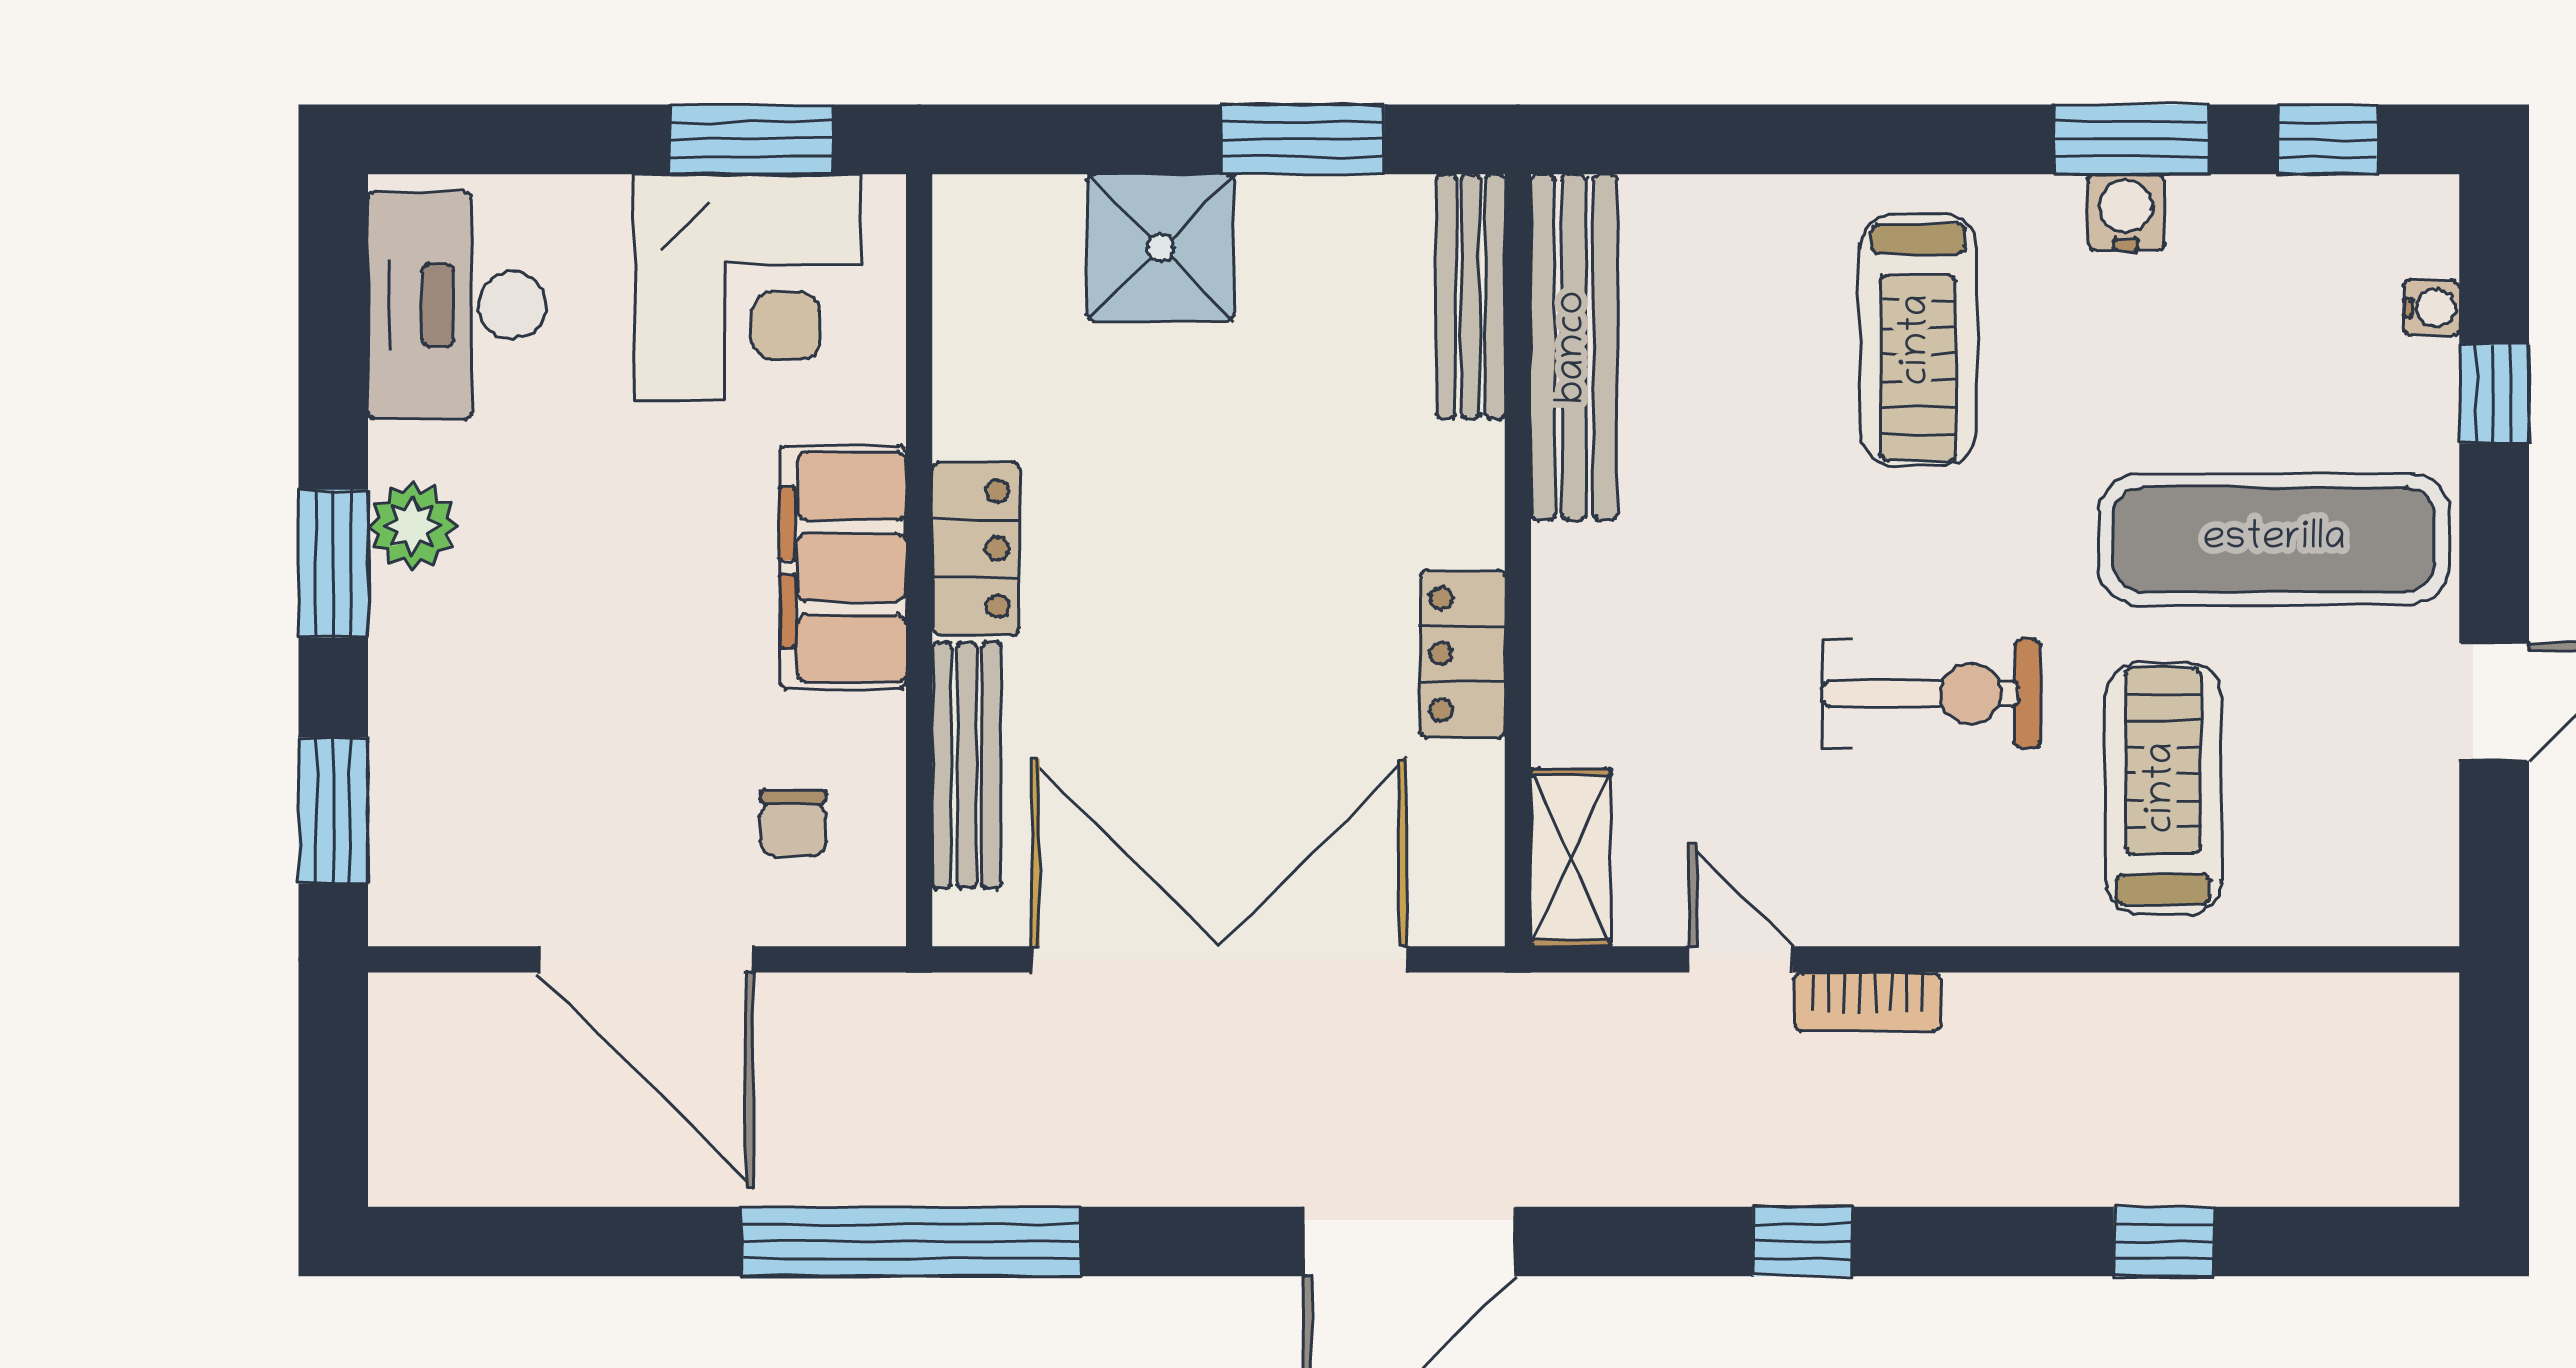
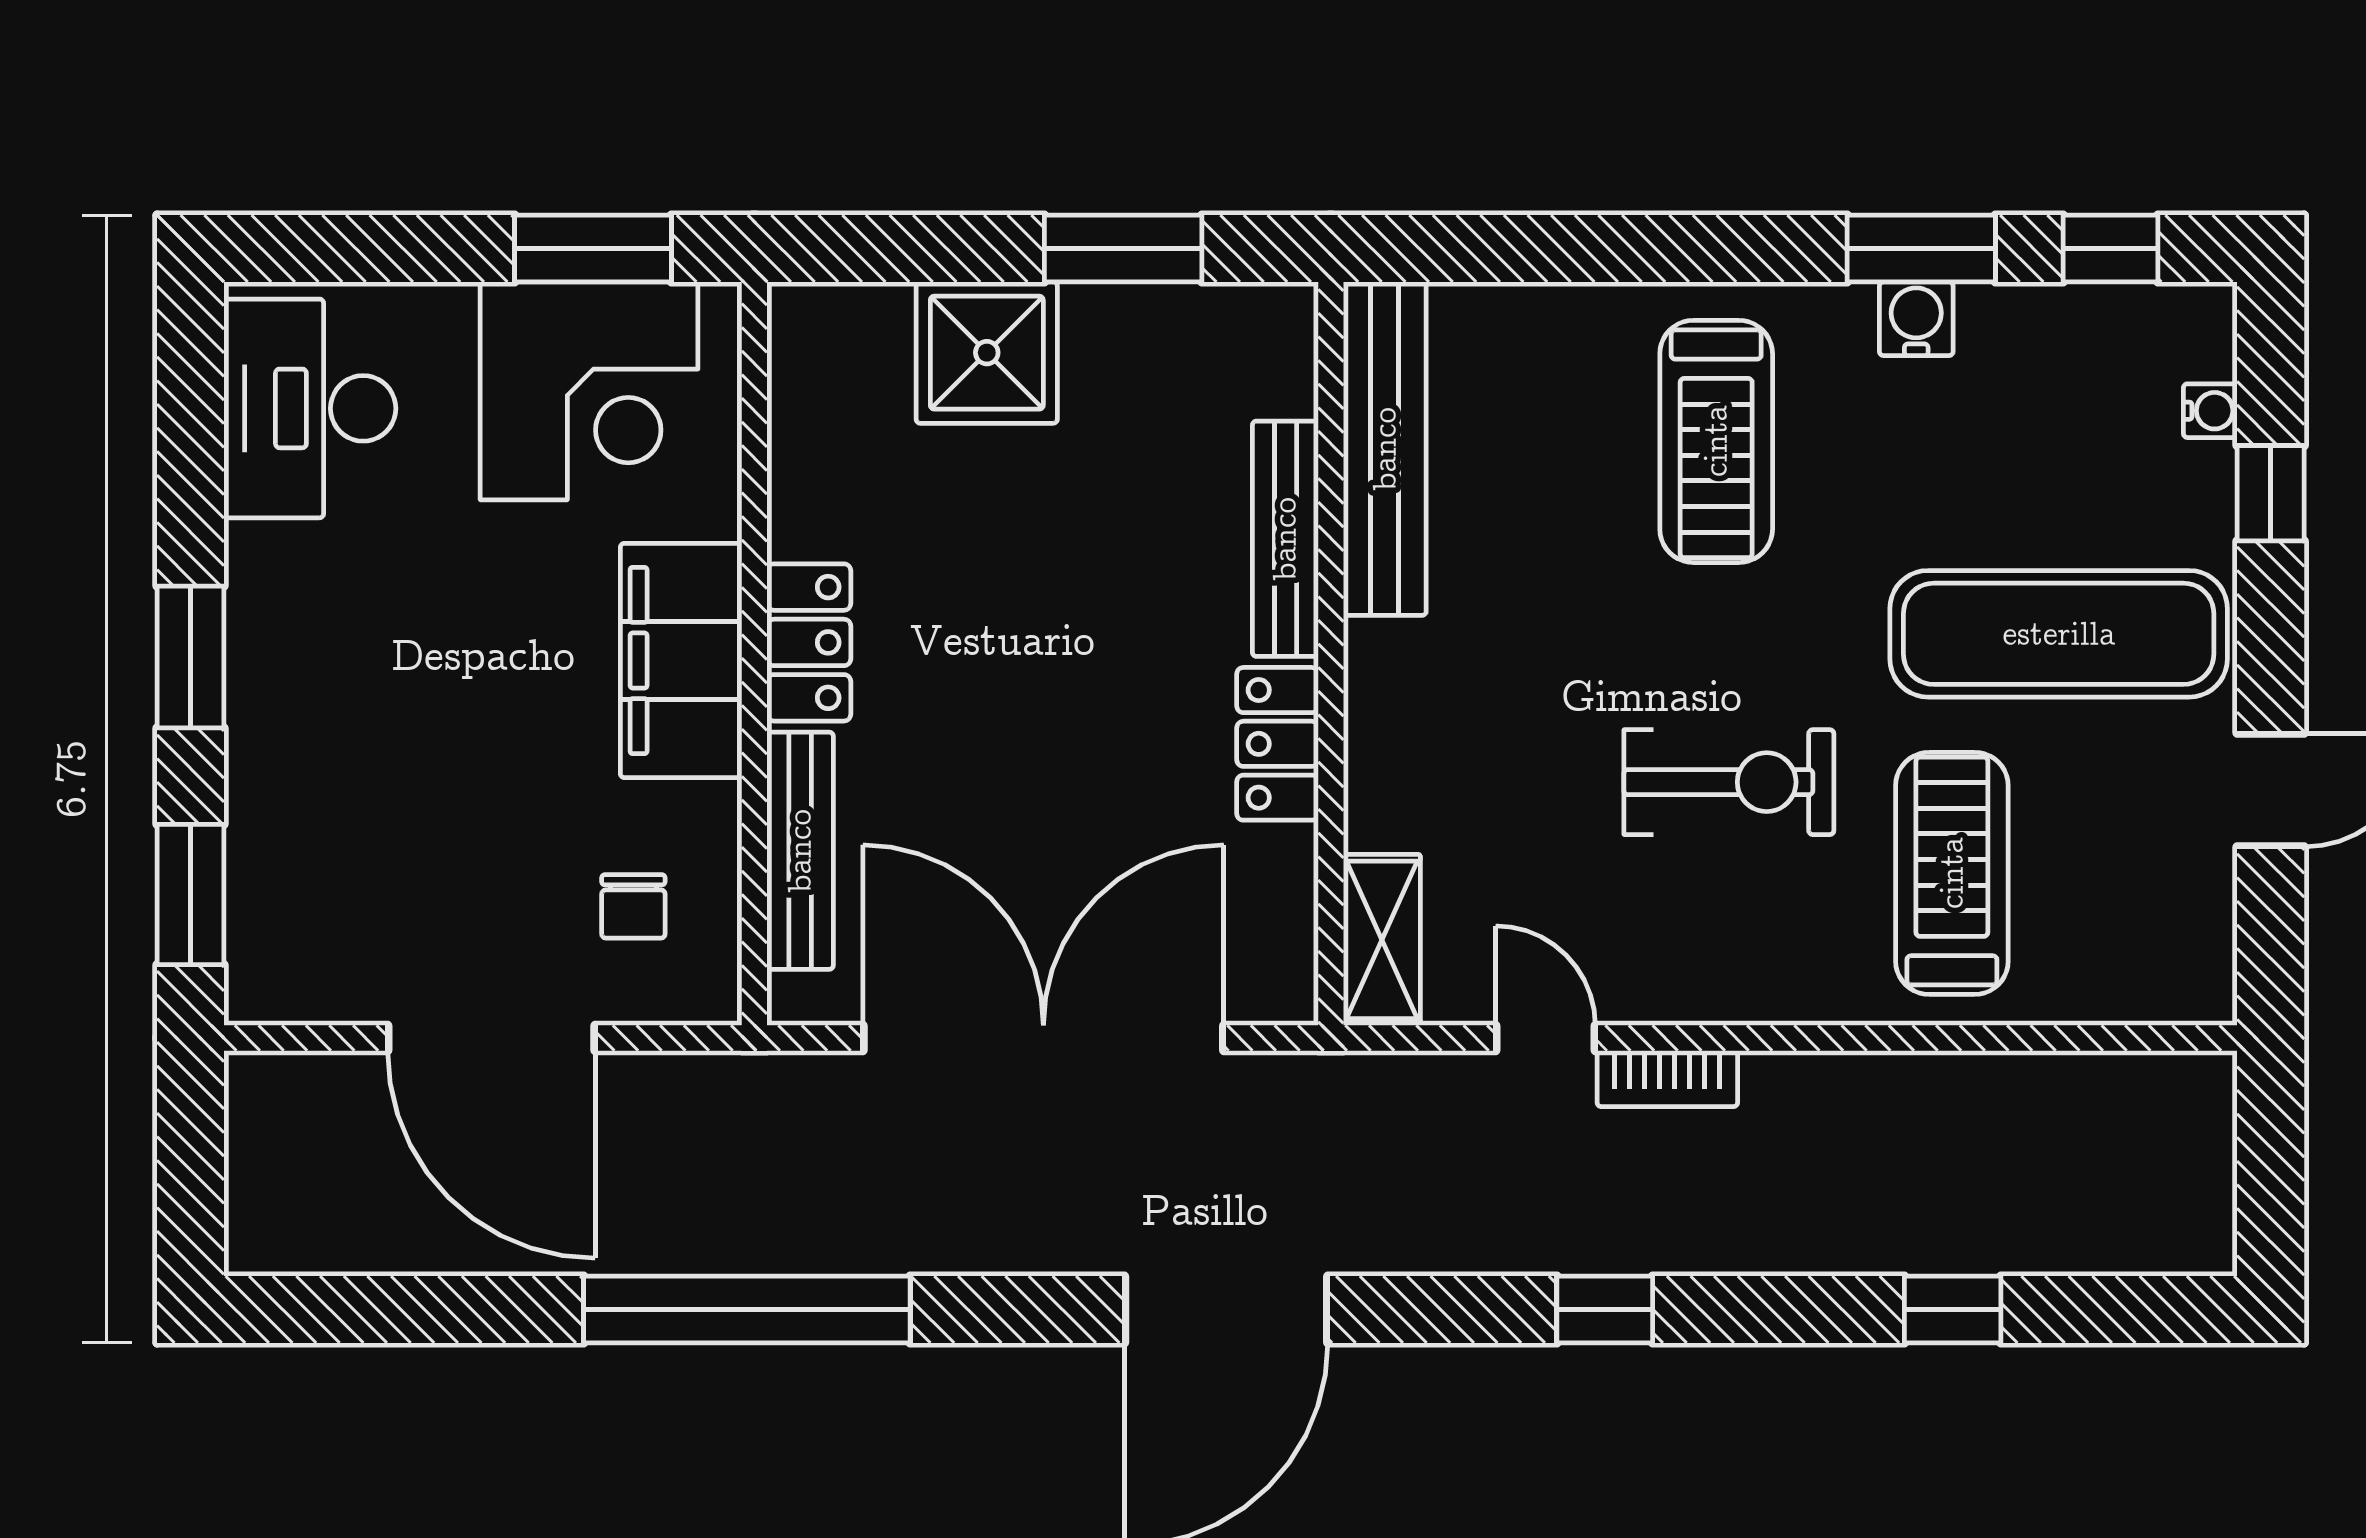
bench: (1471, 296) -> (1285, 539), moved
plant: (412, 526) -> (267, 621), removed

